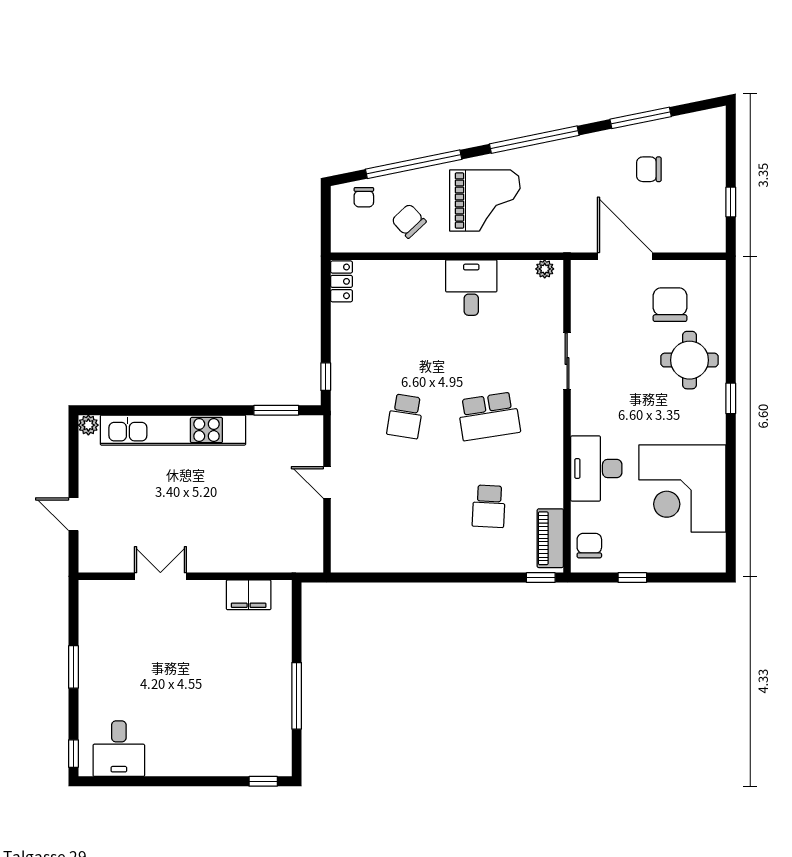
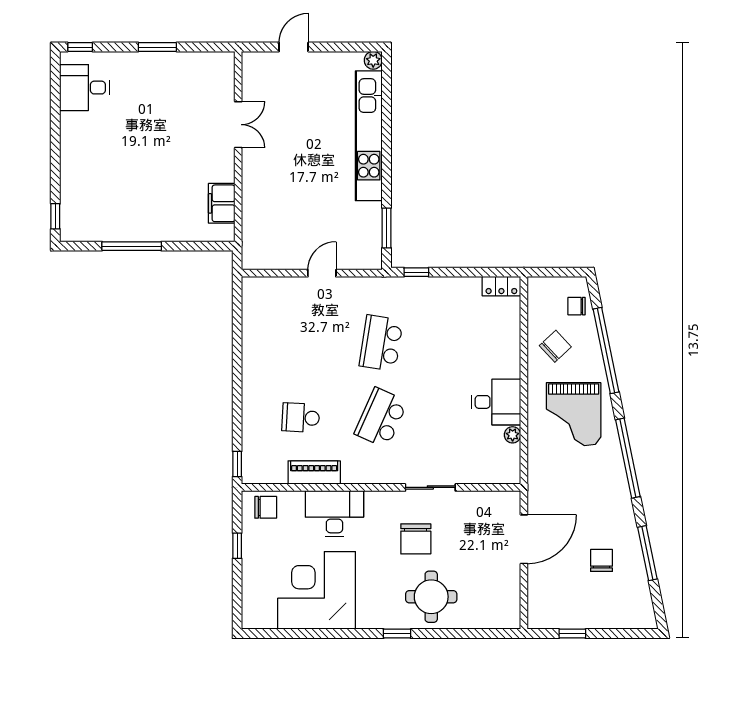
plant: (545, 269) -> (513, 435), moved
chair: (670, 305) -> (416, 539), moved, turned 90
school desk: (405, 416) -> (381, 343), width x1.85
school desk: (489, 416) -> (381, 418), turned 33
piano: (550, 538) -> (314, 473), moved

